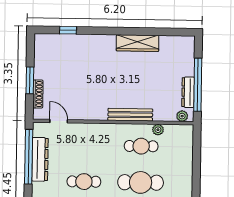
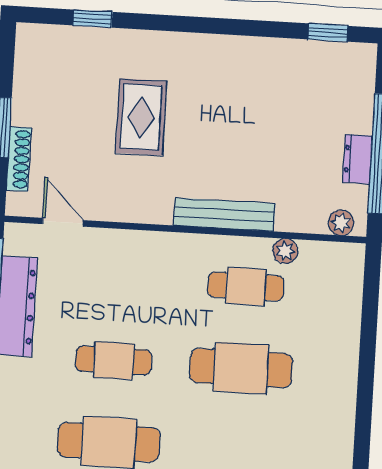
window: (173, 32) -> (328, 33), added
wardrobe: (138, 43) -> (248, 54), removed
rug: (91, 73) -> (141, 117), added
dresser: (188, 92) -> (357, 159), width x0.70

